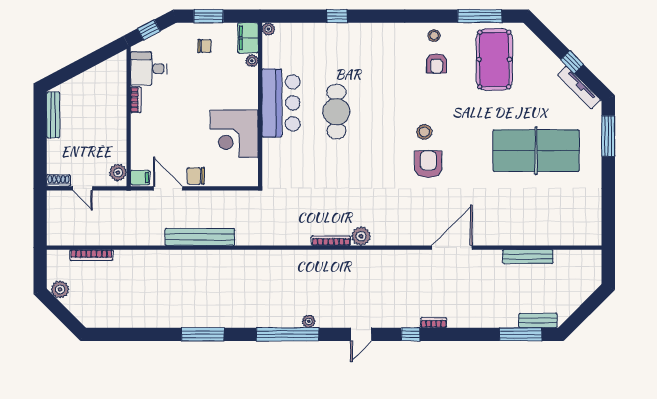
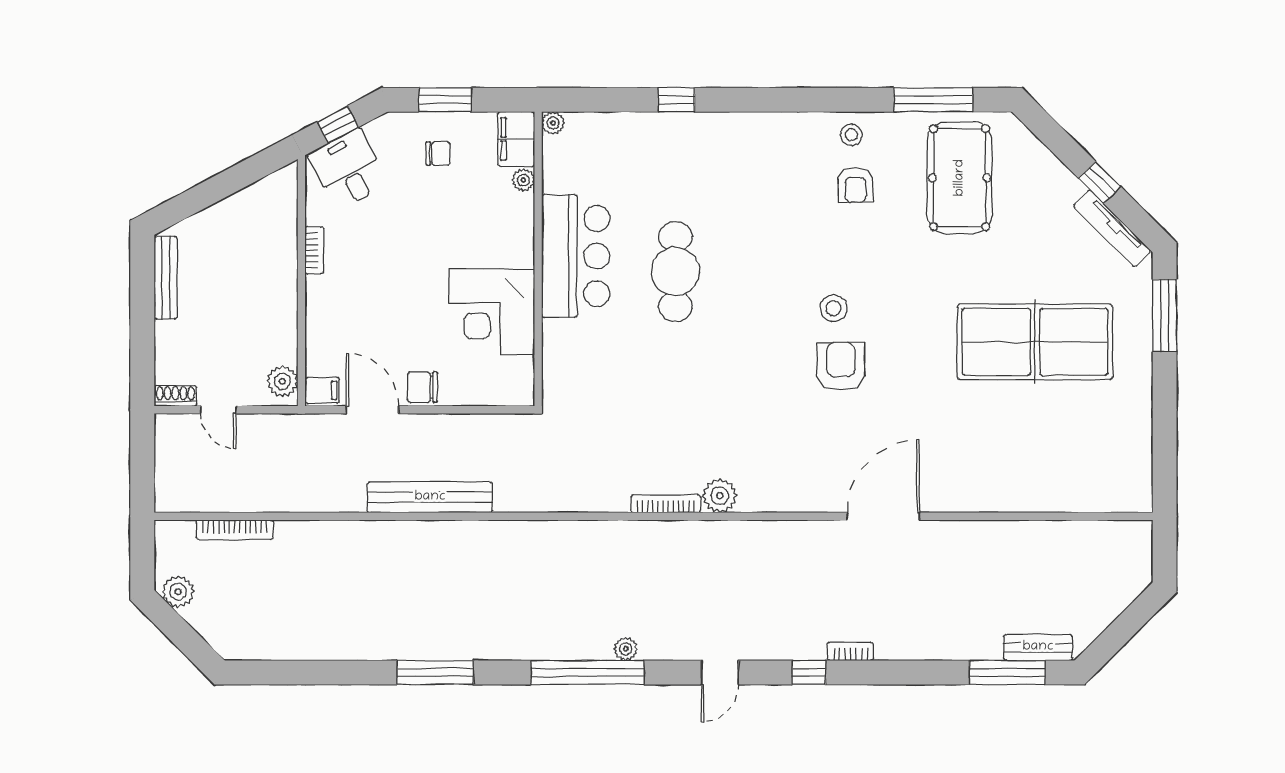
desk: (149, 69) -> (348, 169), moved, turned 62
bench: (528, 257) -> (1020, 532), removed

